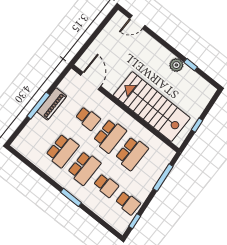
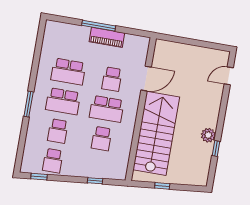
door: (137, 22) -> (229, 76), hinge flipped
door: (91, 81) -> (146, 79), moved
school desk: (132, 153) -> (102, 139), width x0.54
window: (163, 177) -> (95, 181), width x0.46

